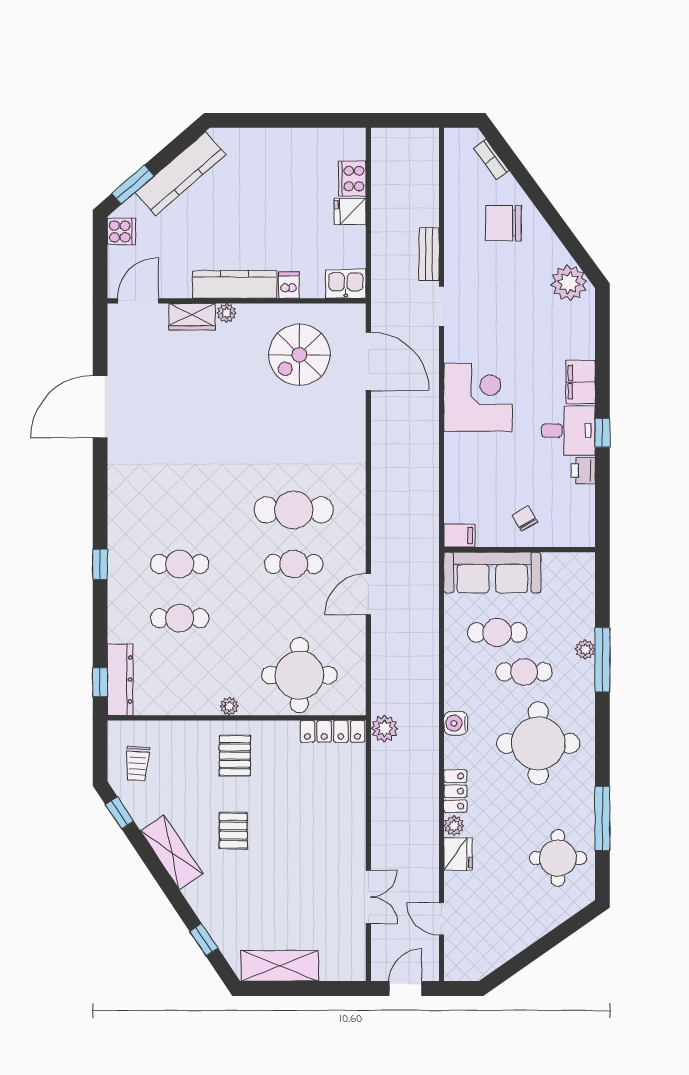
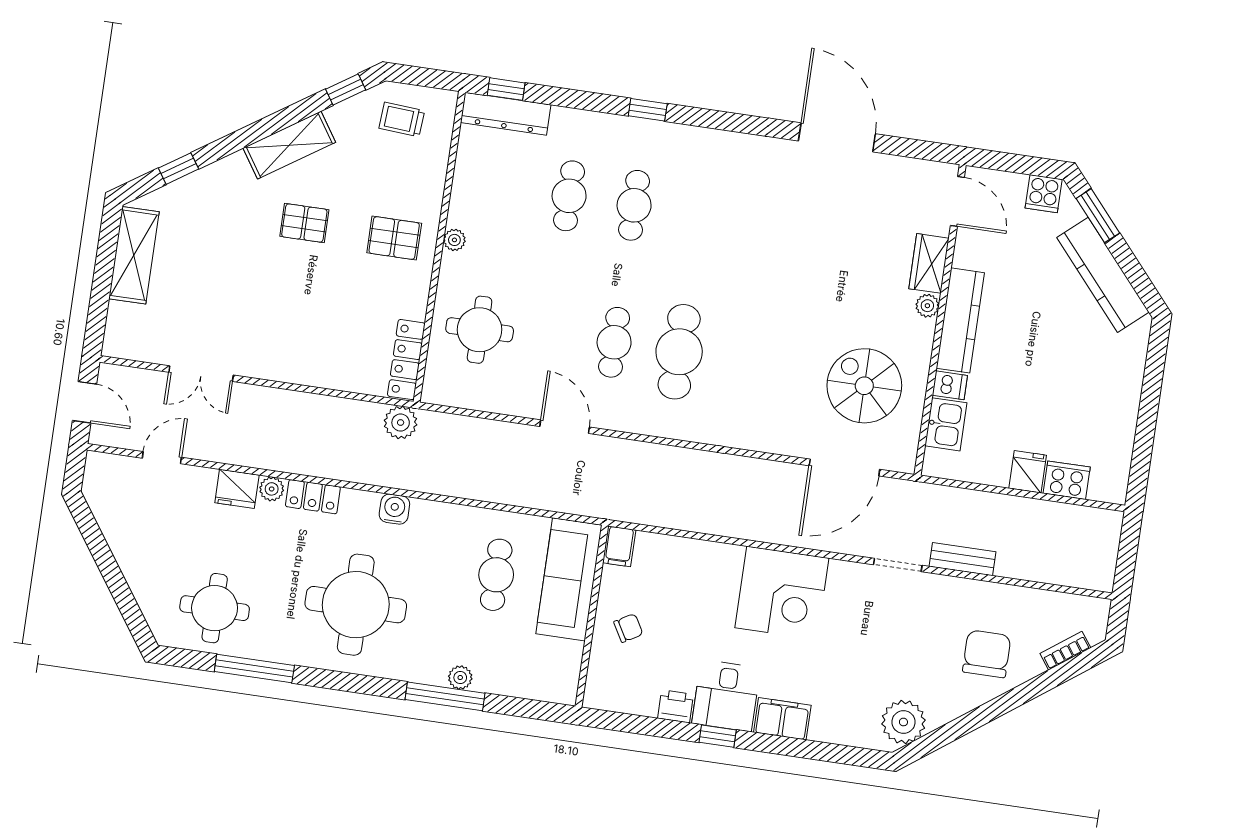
kitchen sink: (346, 284) -> (946, 424), moved
cafe table: (524, 672) -> (444, 600), removed
round table: (299, 675) -> (480, 330), width x0.73, depth x0.73

